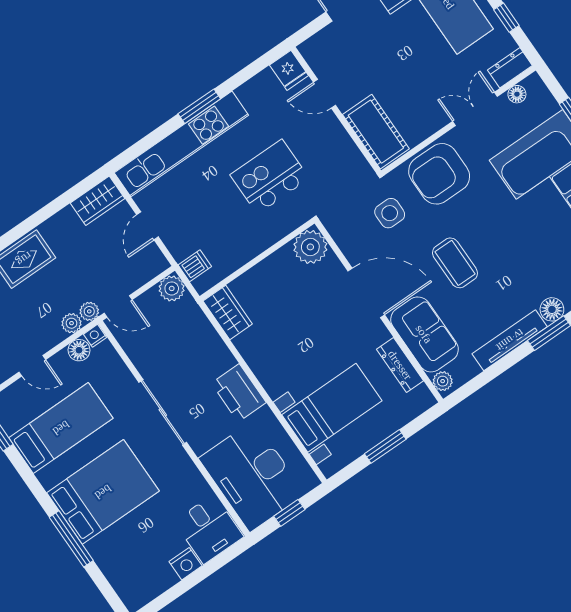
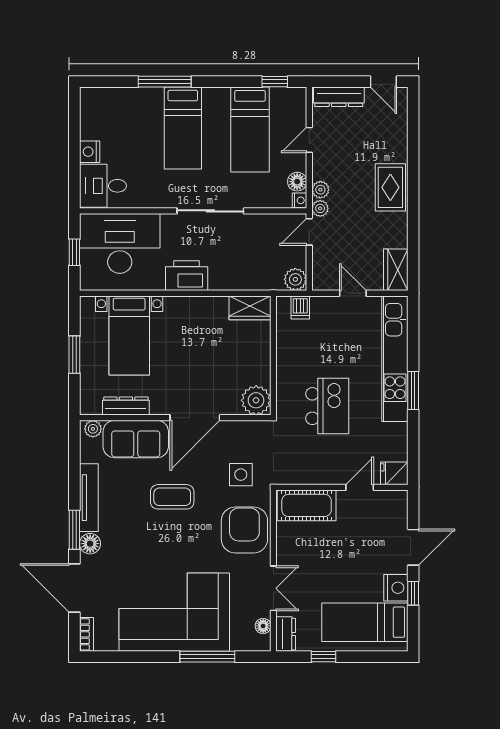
bed: (103, 492) -> (183, 128), width x0.67

